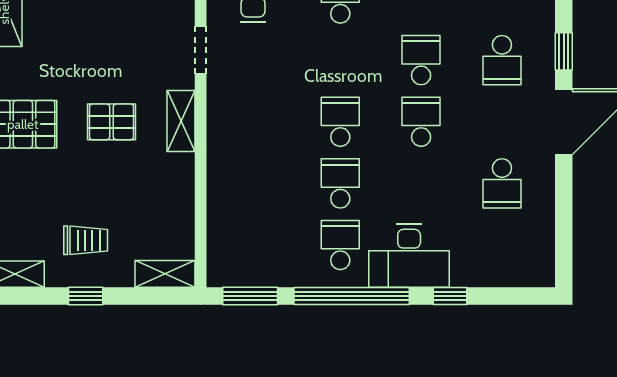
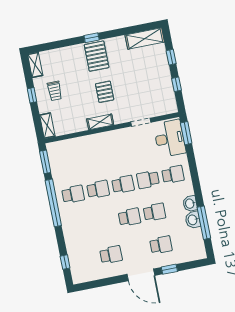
school desk: (340, 60) -> (148, 179), added
school desk: (502, 60) -> (161, 245), turned 180
shelving: (181, 121) -> (100, 122), moved
school desk: (502, 183) -> (111, 255), turned 180
desk: (409, 256) -> (74, 223), removed
window: (450, 296) -> (65, 262), moved

